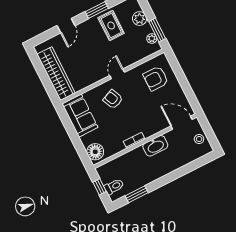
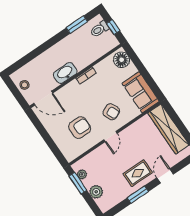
rug: (111, 25) -> (138, 173), moved, turned 90
armchair: (156, 78) -> (80, 128), moved

